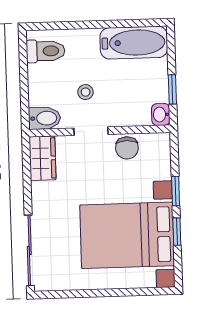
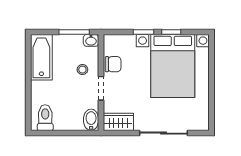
window: (172, 89) -> (74, 32), width x1.50
stool: (86, 92) -> (82, 70), moved
sliding door: (29, 250) -> (164, 133), moved

